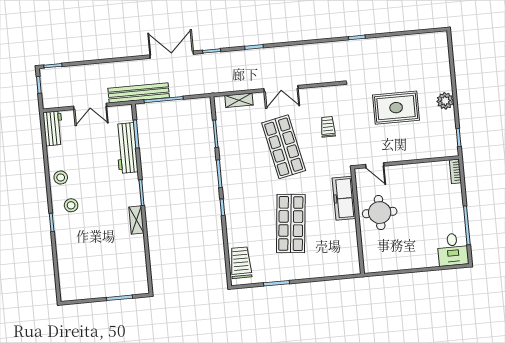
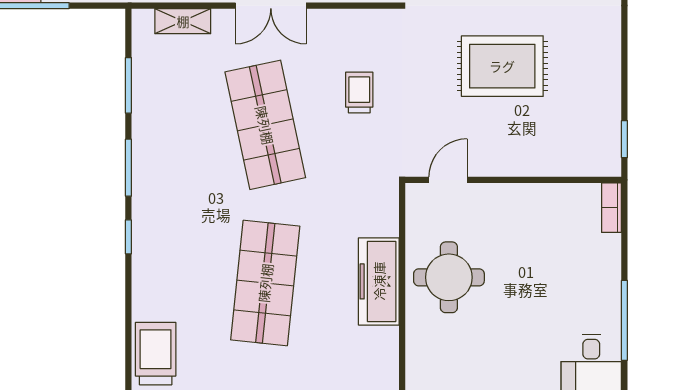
plant: (445, 101) -> (604, 62), removed
door: (375, 165) -> (448, 180), swing flipped
freezer: (344, 198) -> (379, 281), moved

